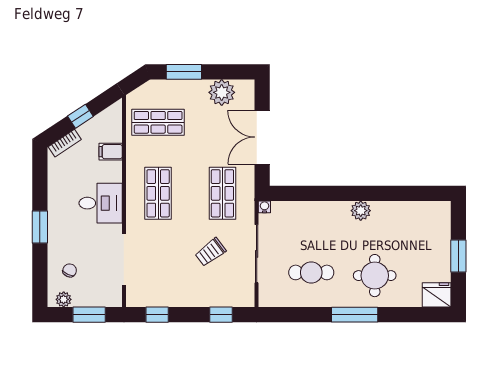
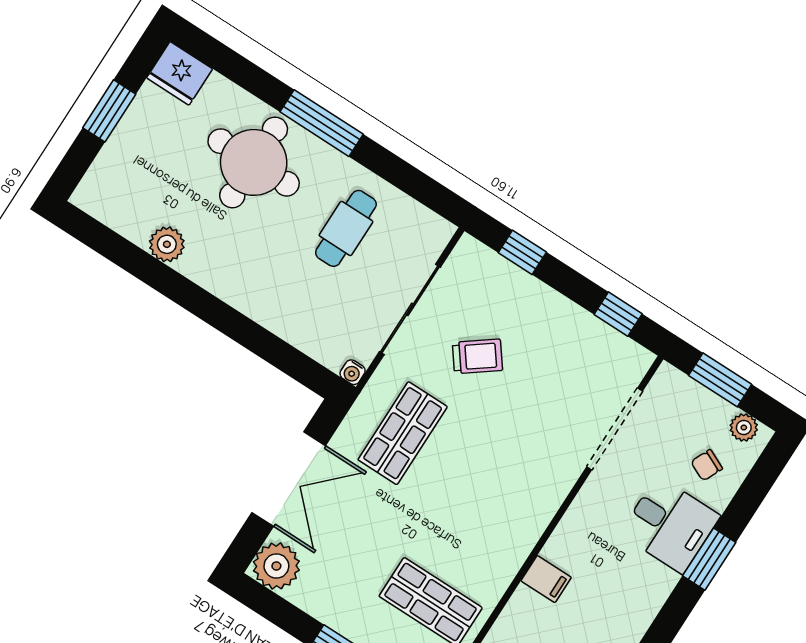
plant: (222, 92) -> (276, 566), moved
filing cabinet: (111, 152) -> (546, 579), moved
shop shelf: (158, 193) -> (499, 495), removed
desk: (101, 203) -> (670, 525), moved, turned 180
plant: (361, 211) -> (167, 244), moved
cafe table: (311, 272) -> (346, 228), turned 90
round table: (375, 276) -> (254, 162), width x1.36, depth x1.36

